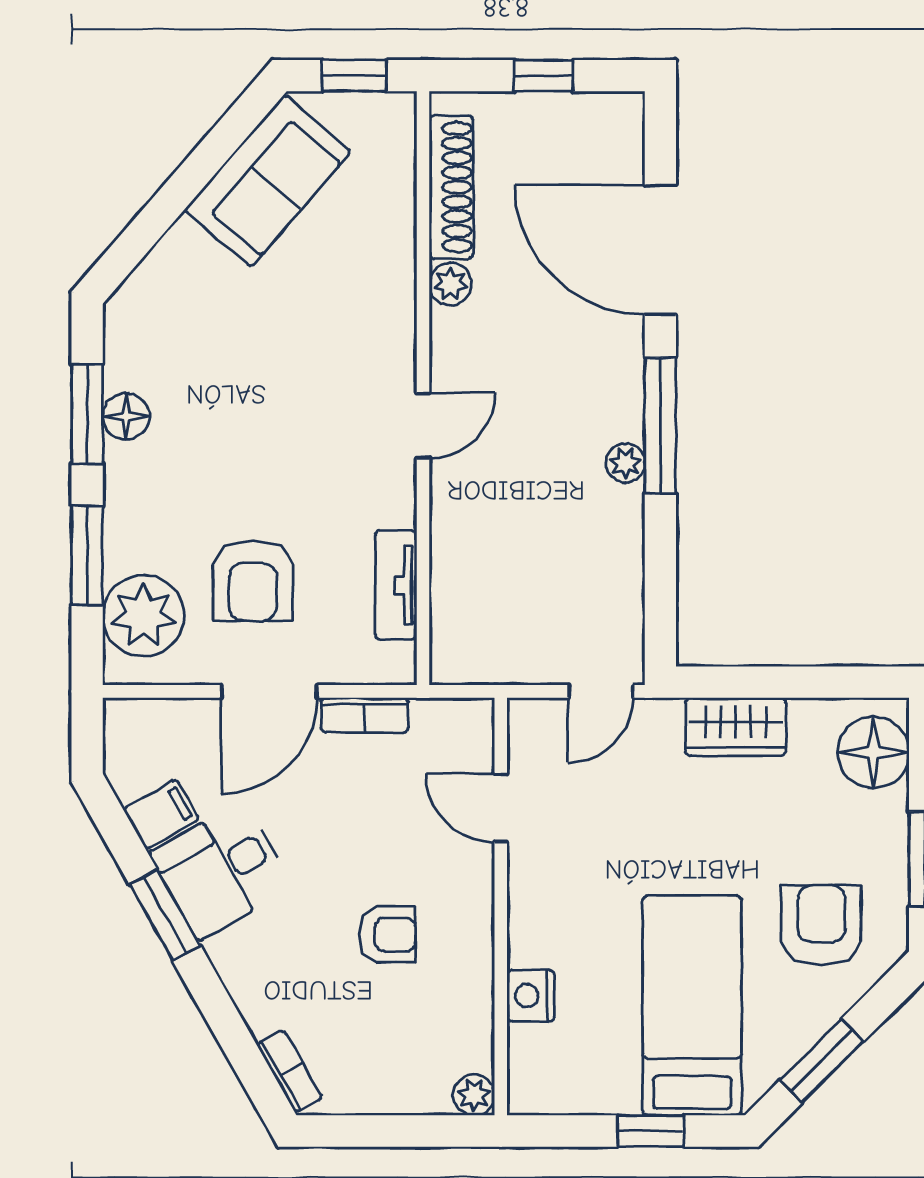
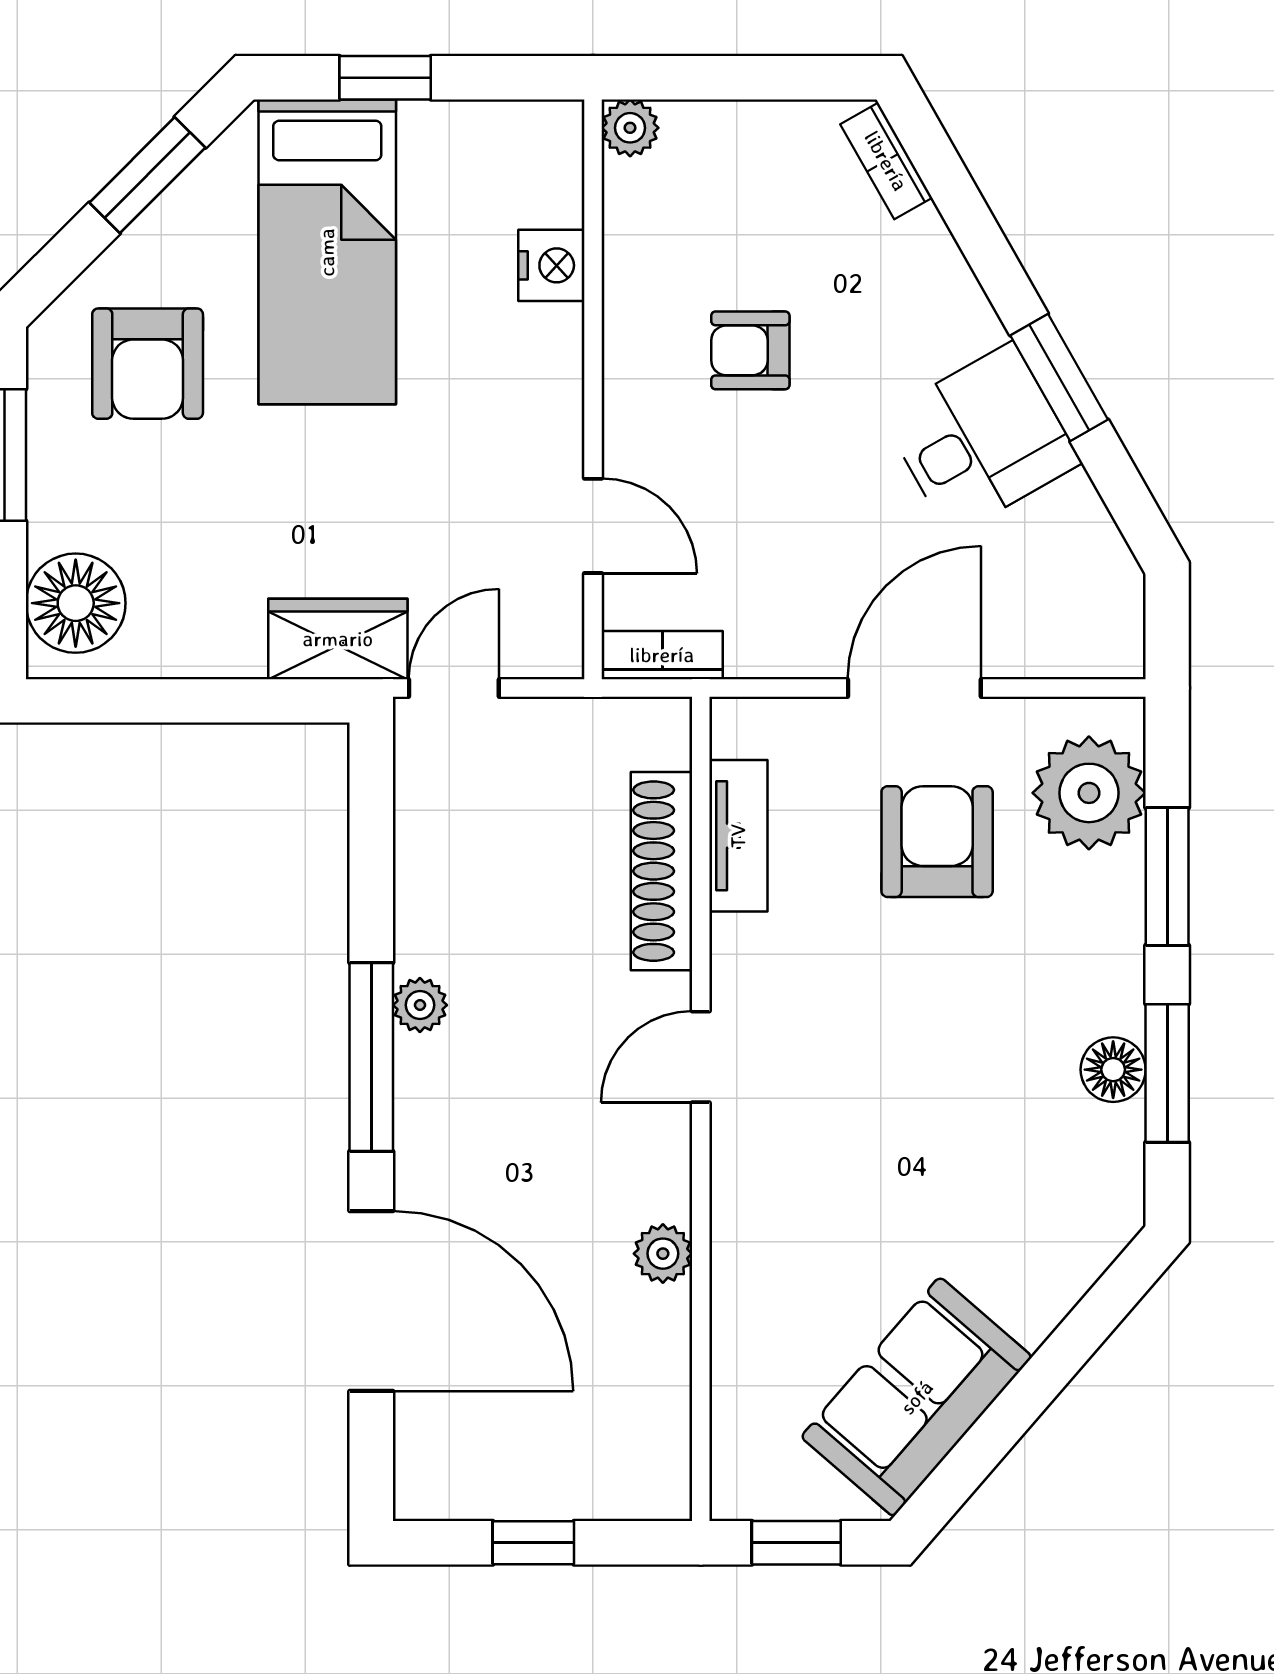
shoe rack: (451, 187) -> (662, 871), moved
bookcase: (365, 715) -> (662, 655), moved
wardrobe: (736, 727) -> (338, 639), moved
filing cabinet: (161, 814) -> (1064, 518), removed

